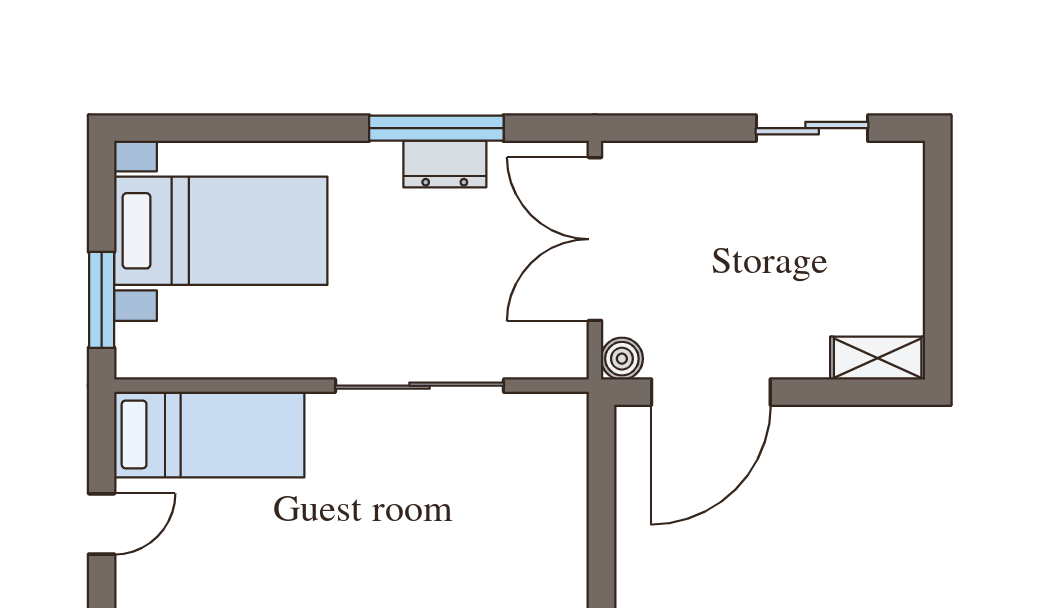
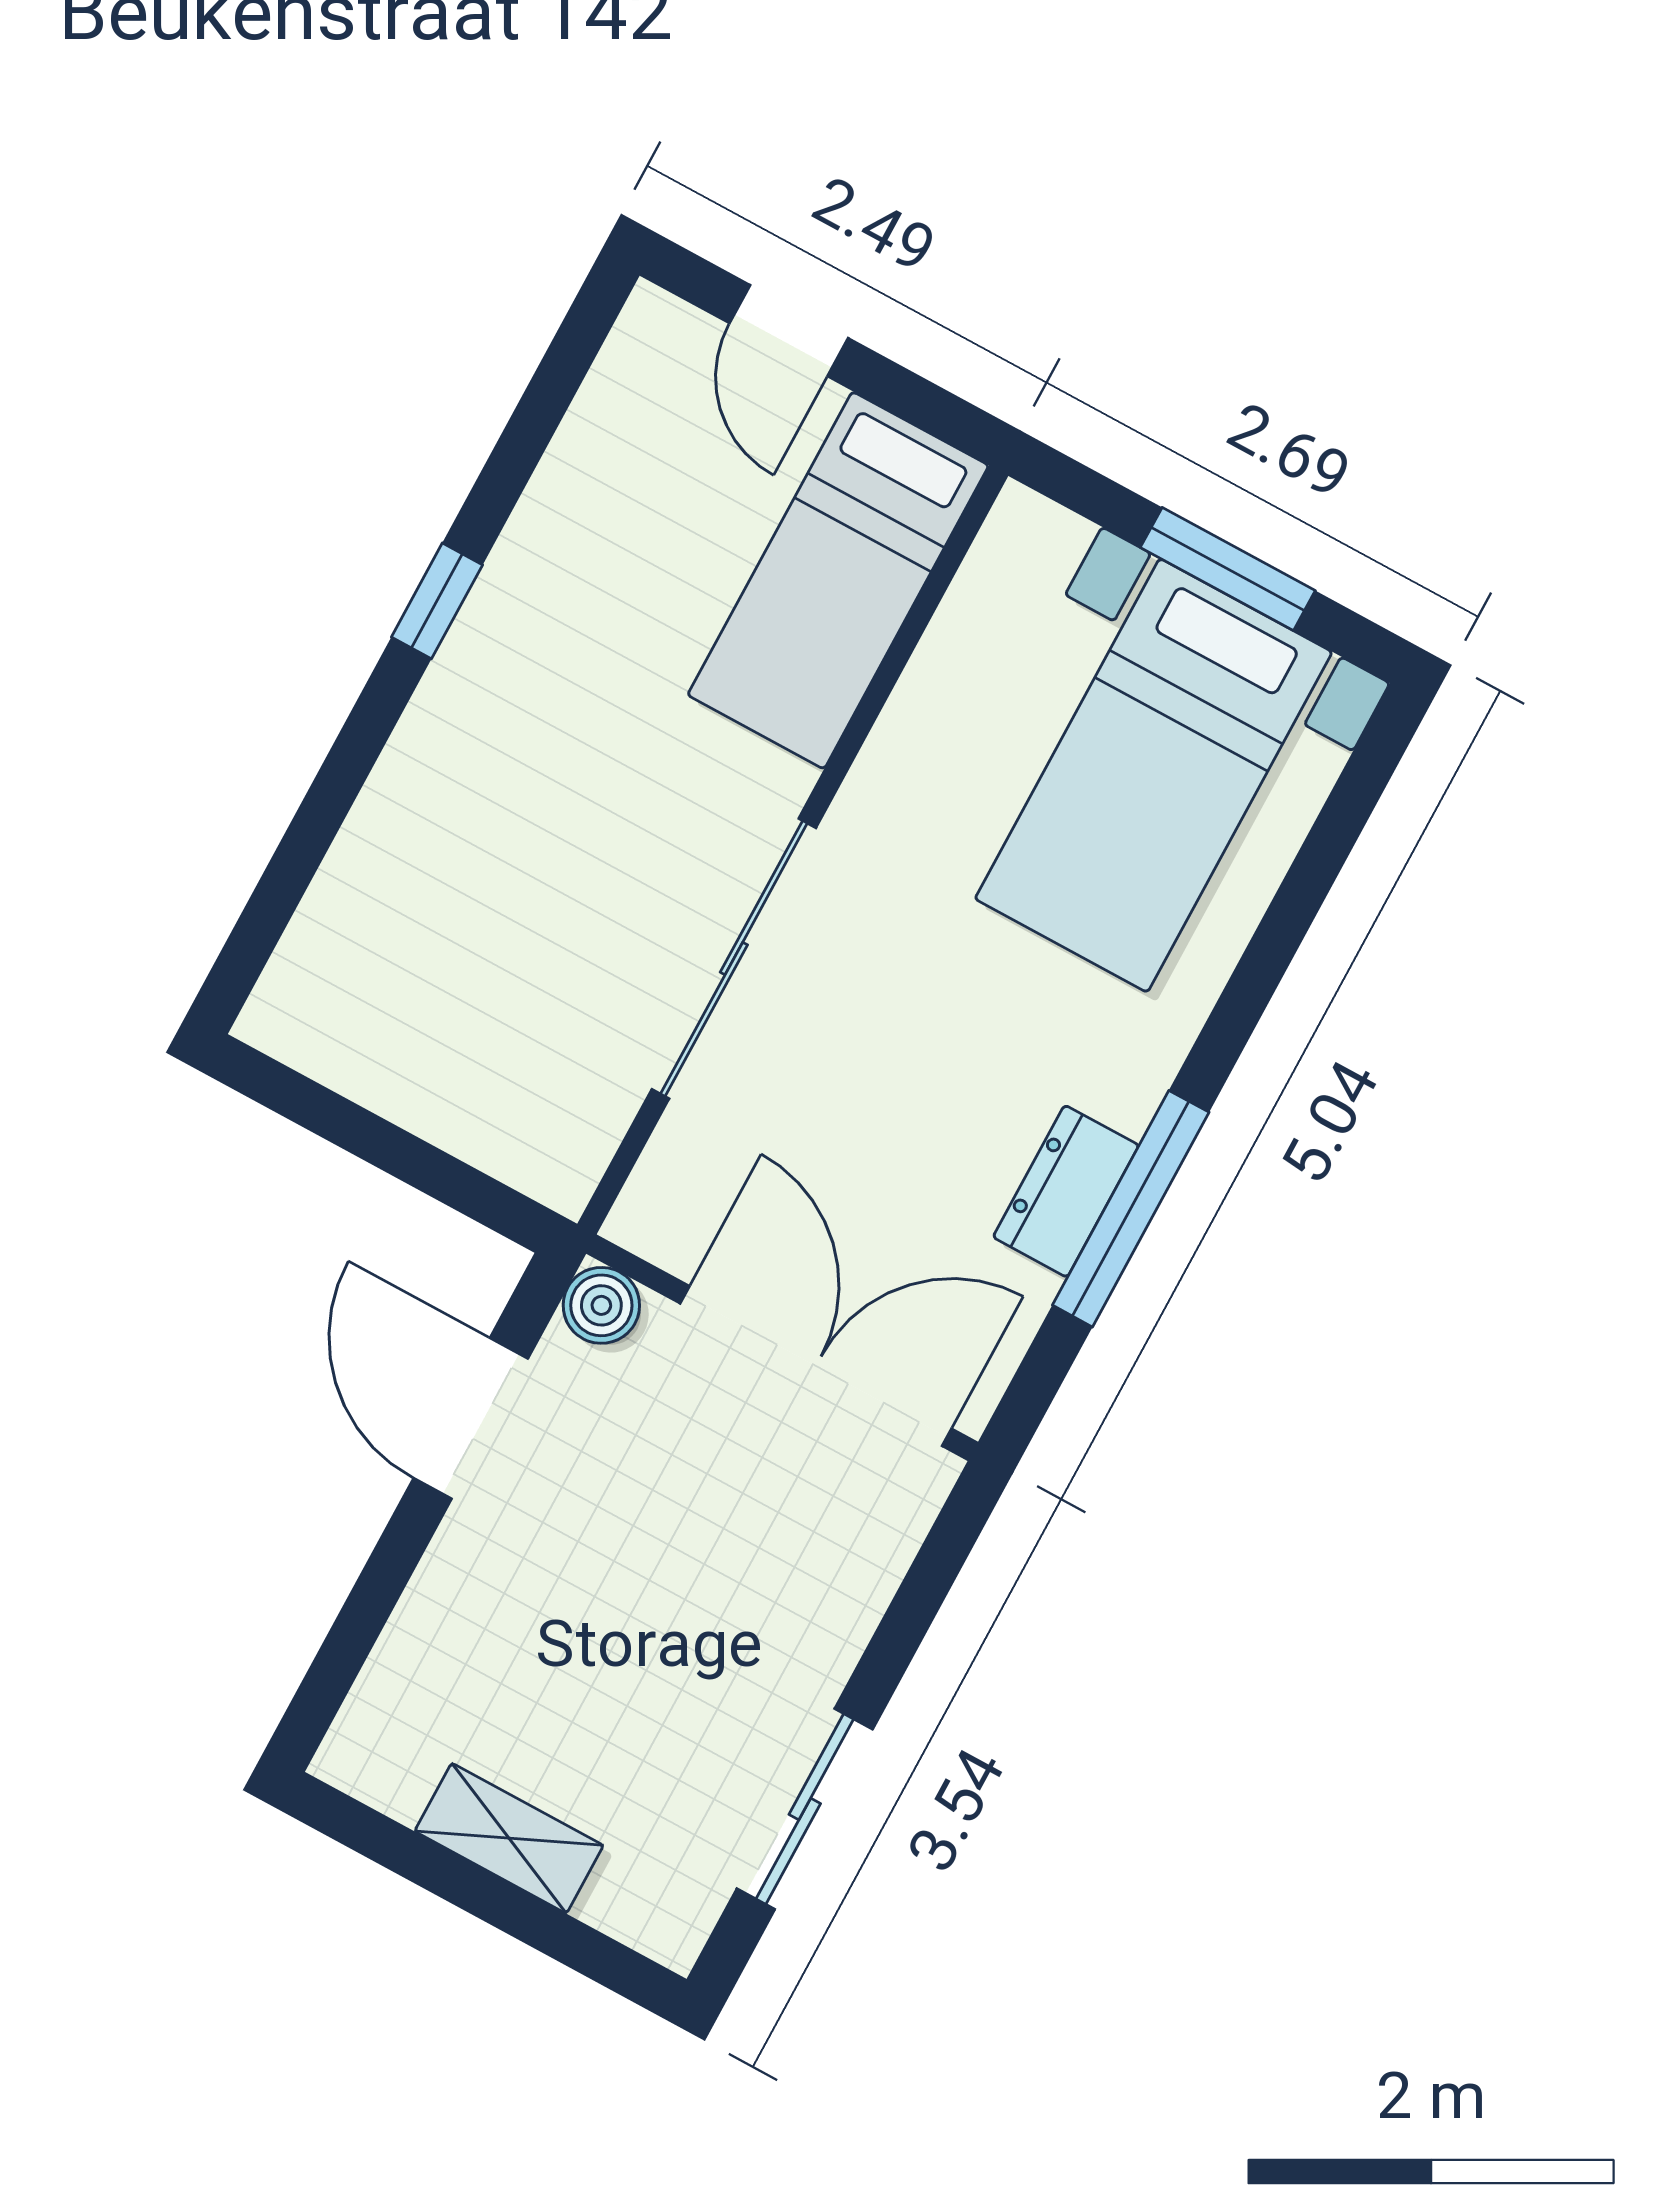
window: (102, 300) -> (1228, 569), moved
shelving: (878, 358) -> (509, 1838), moved, turned 90
door: (711, 392) -> (471, 1418), width x0.73

